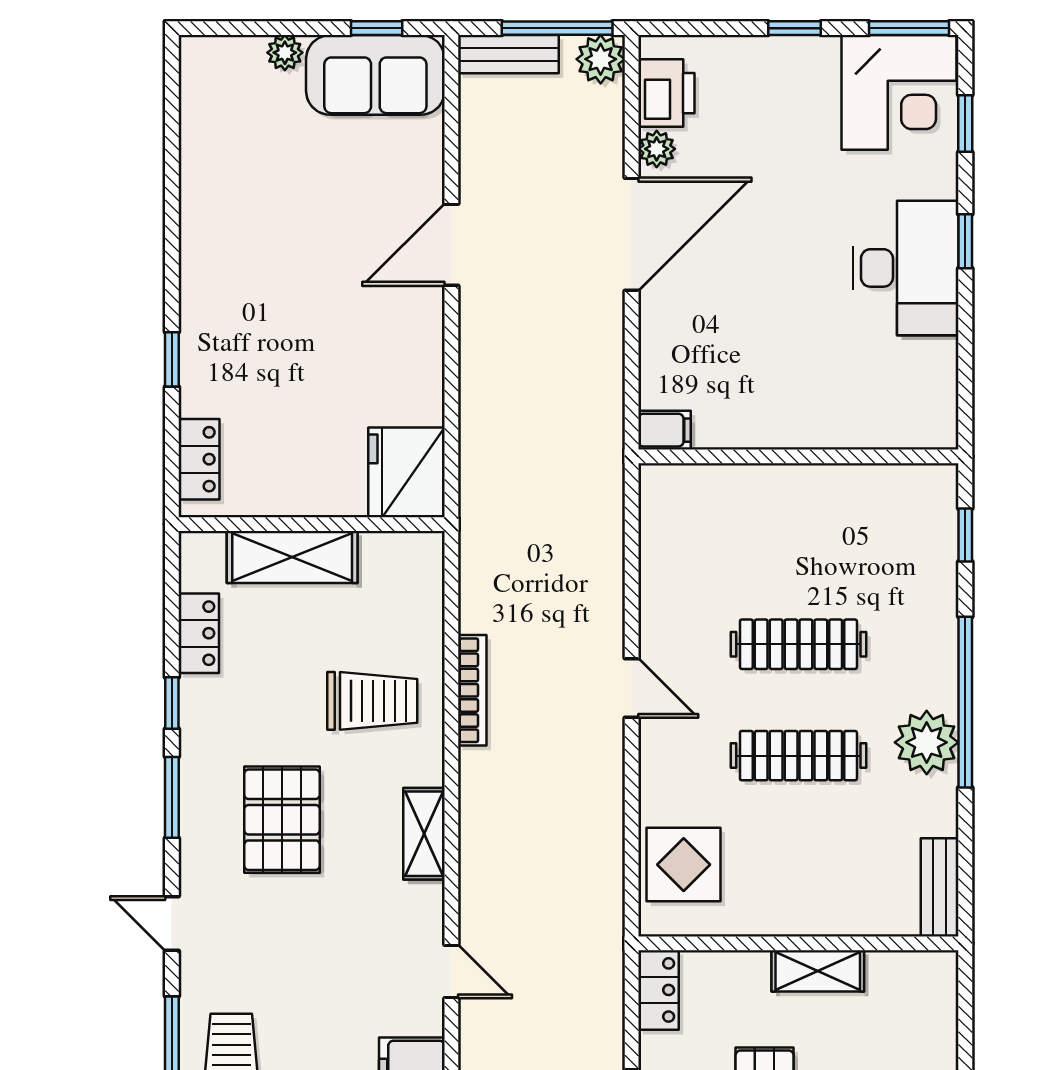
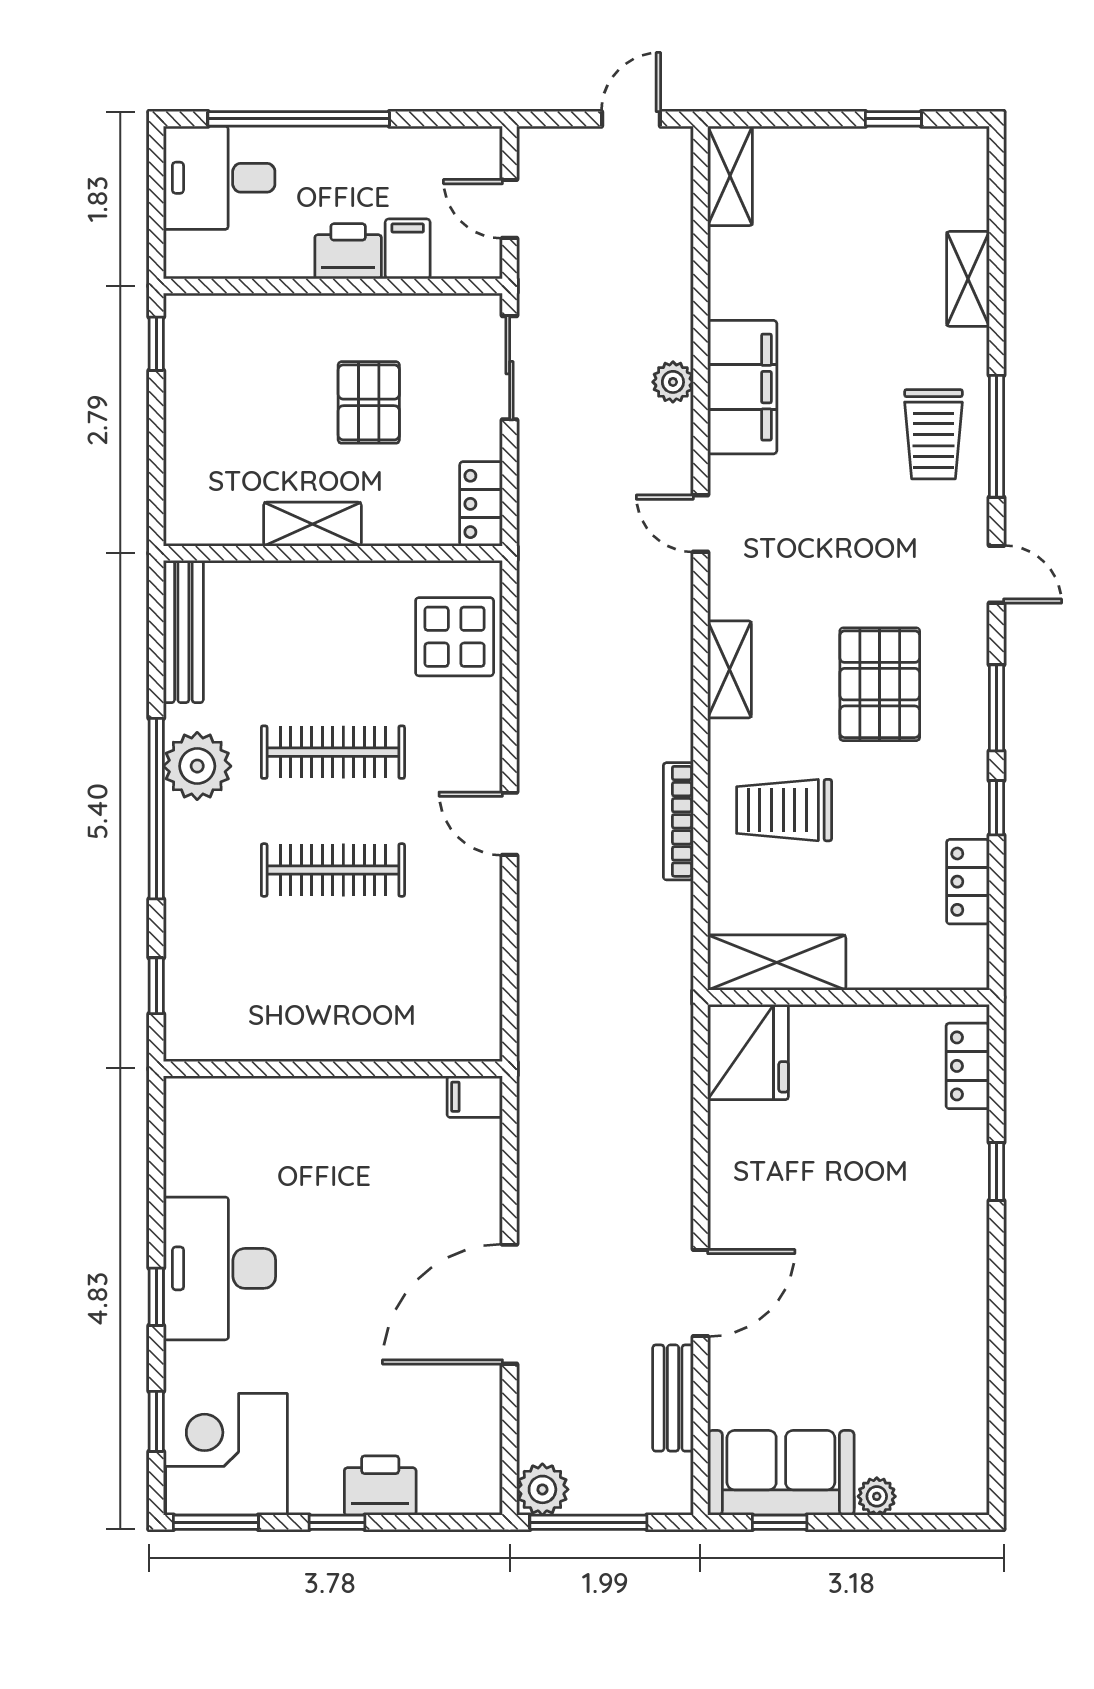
bench: (508, 54) -> (673, 1398), moved, turned 90
printer: (666, 93) -> (380, 1486), moved, turned 90
plant: (657, 149) -> (483, 1394), removed
shelving: (292, 557) -> (777, 962), moved
bench: (940, 887) -> (183, 632), width x1.36

